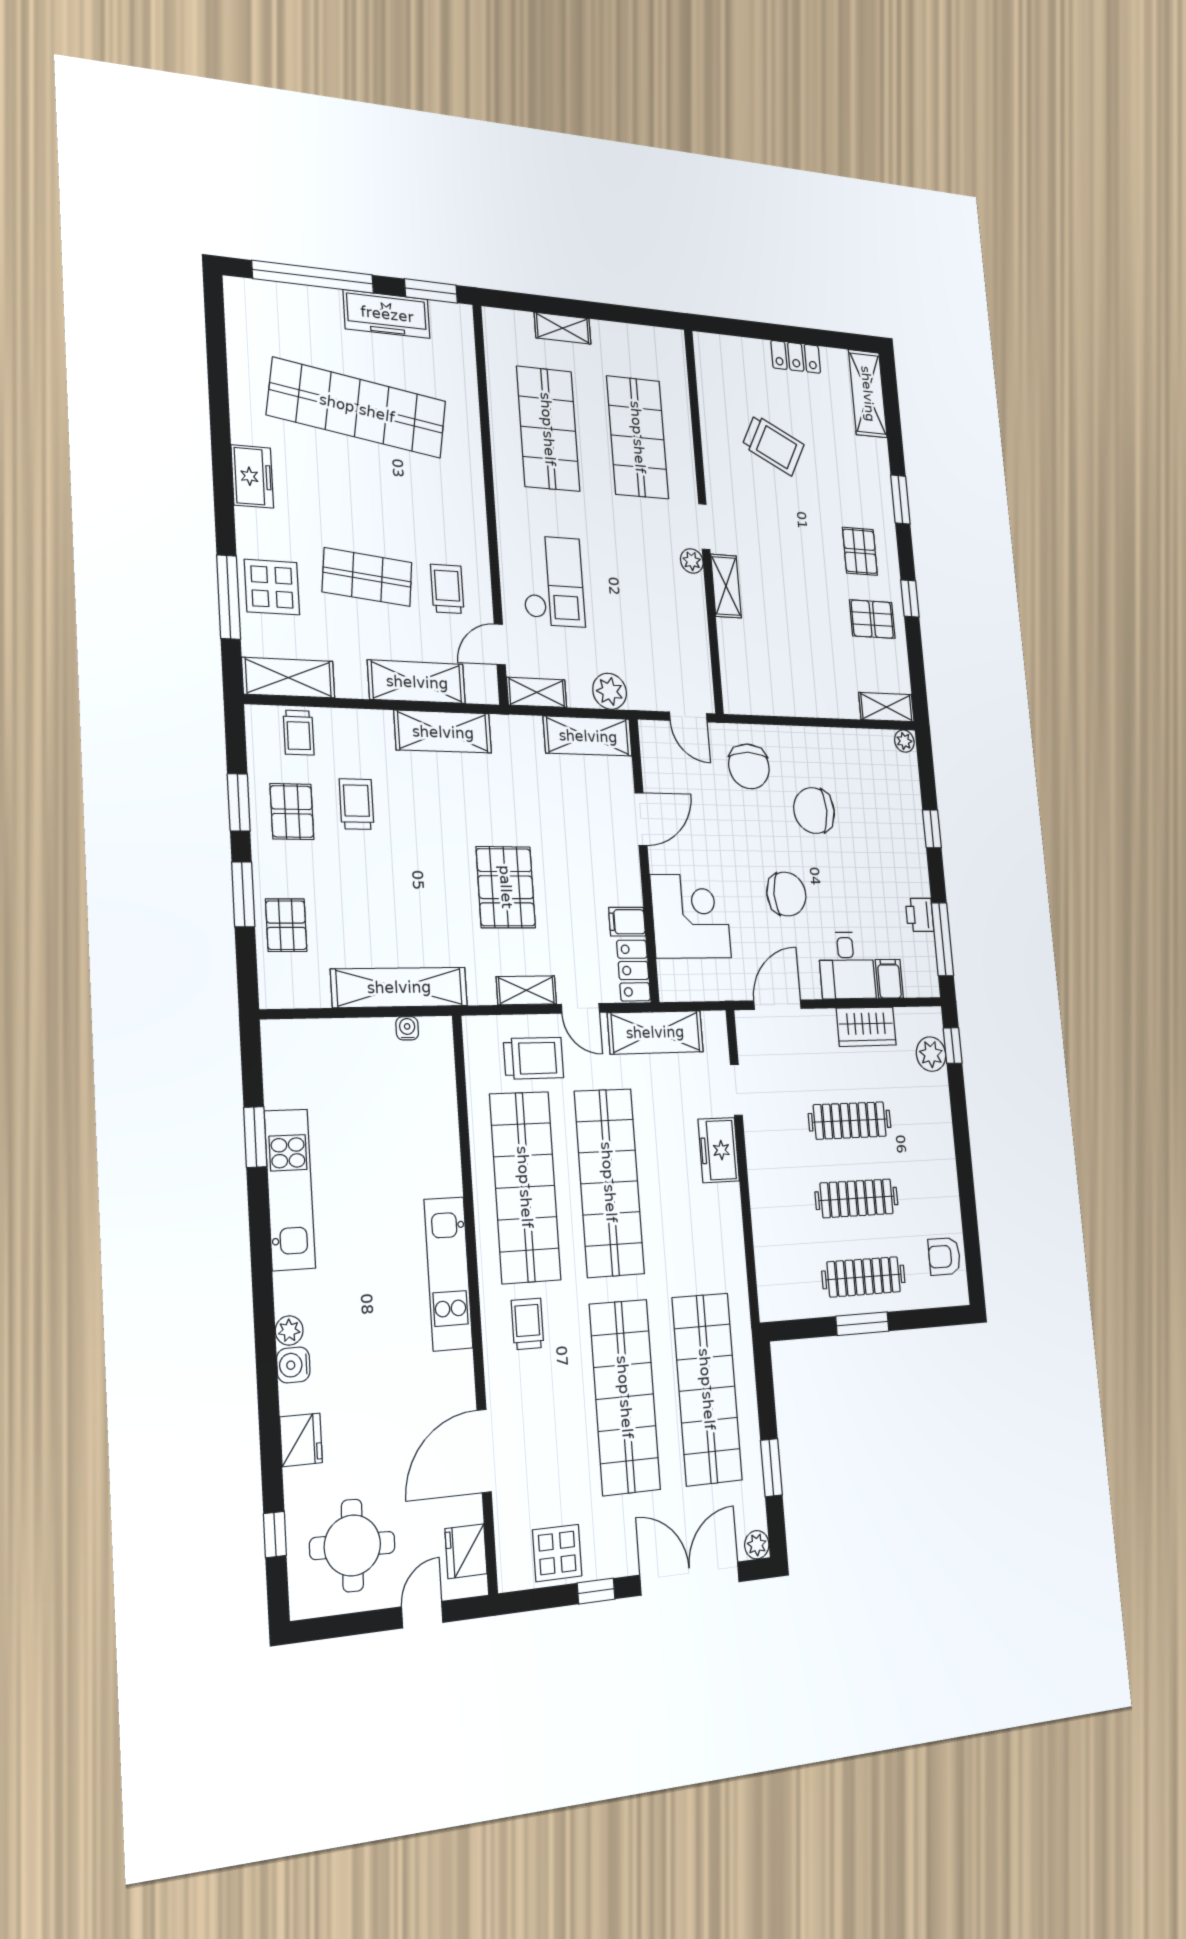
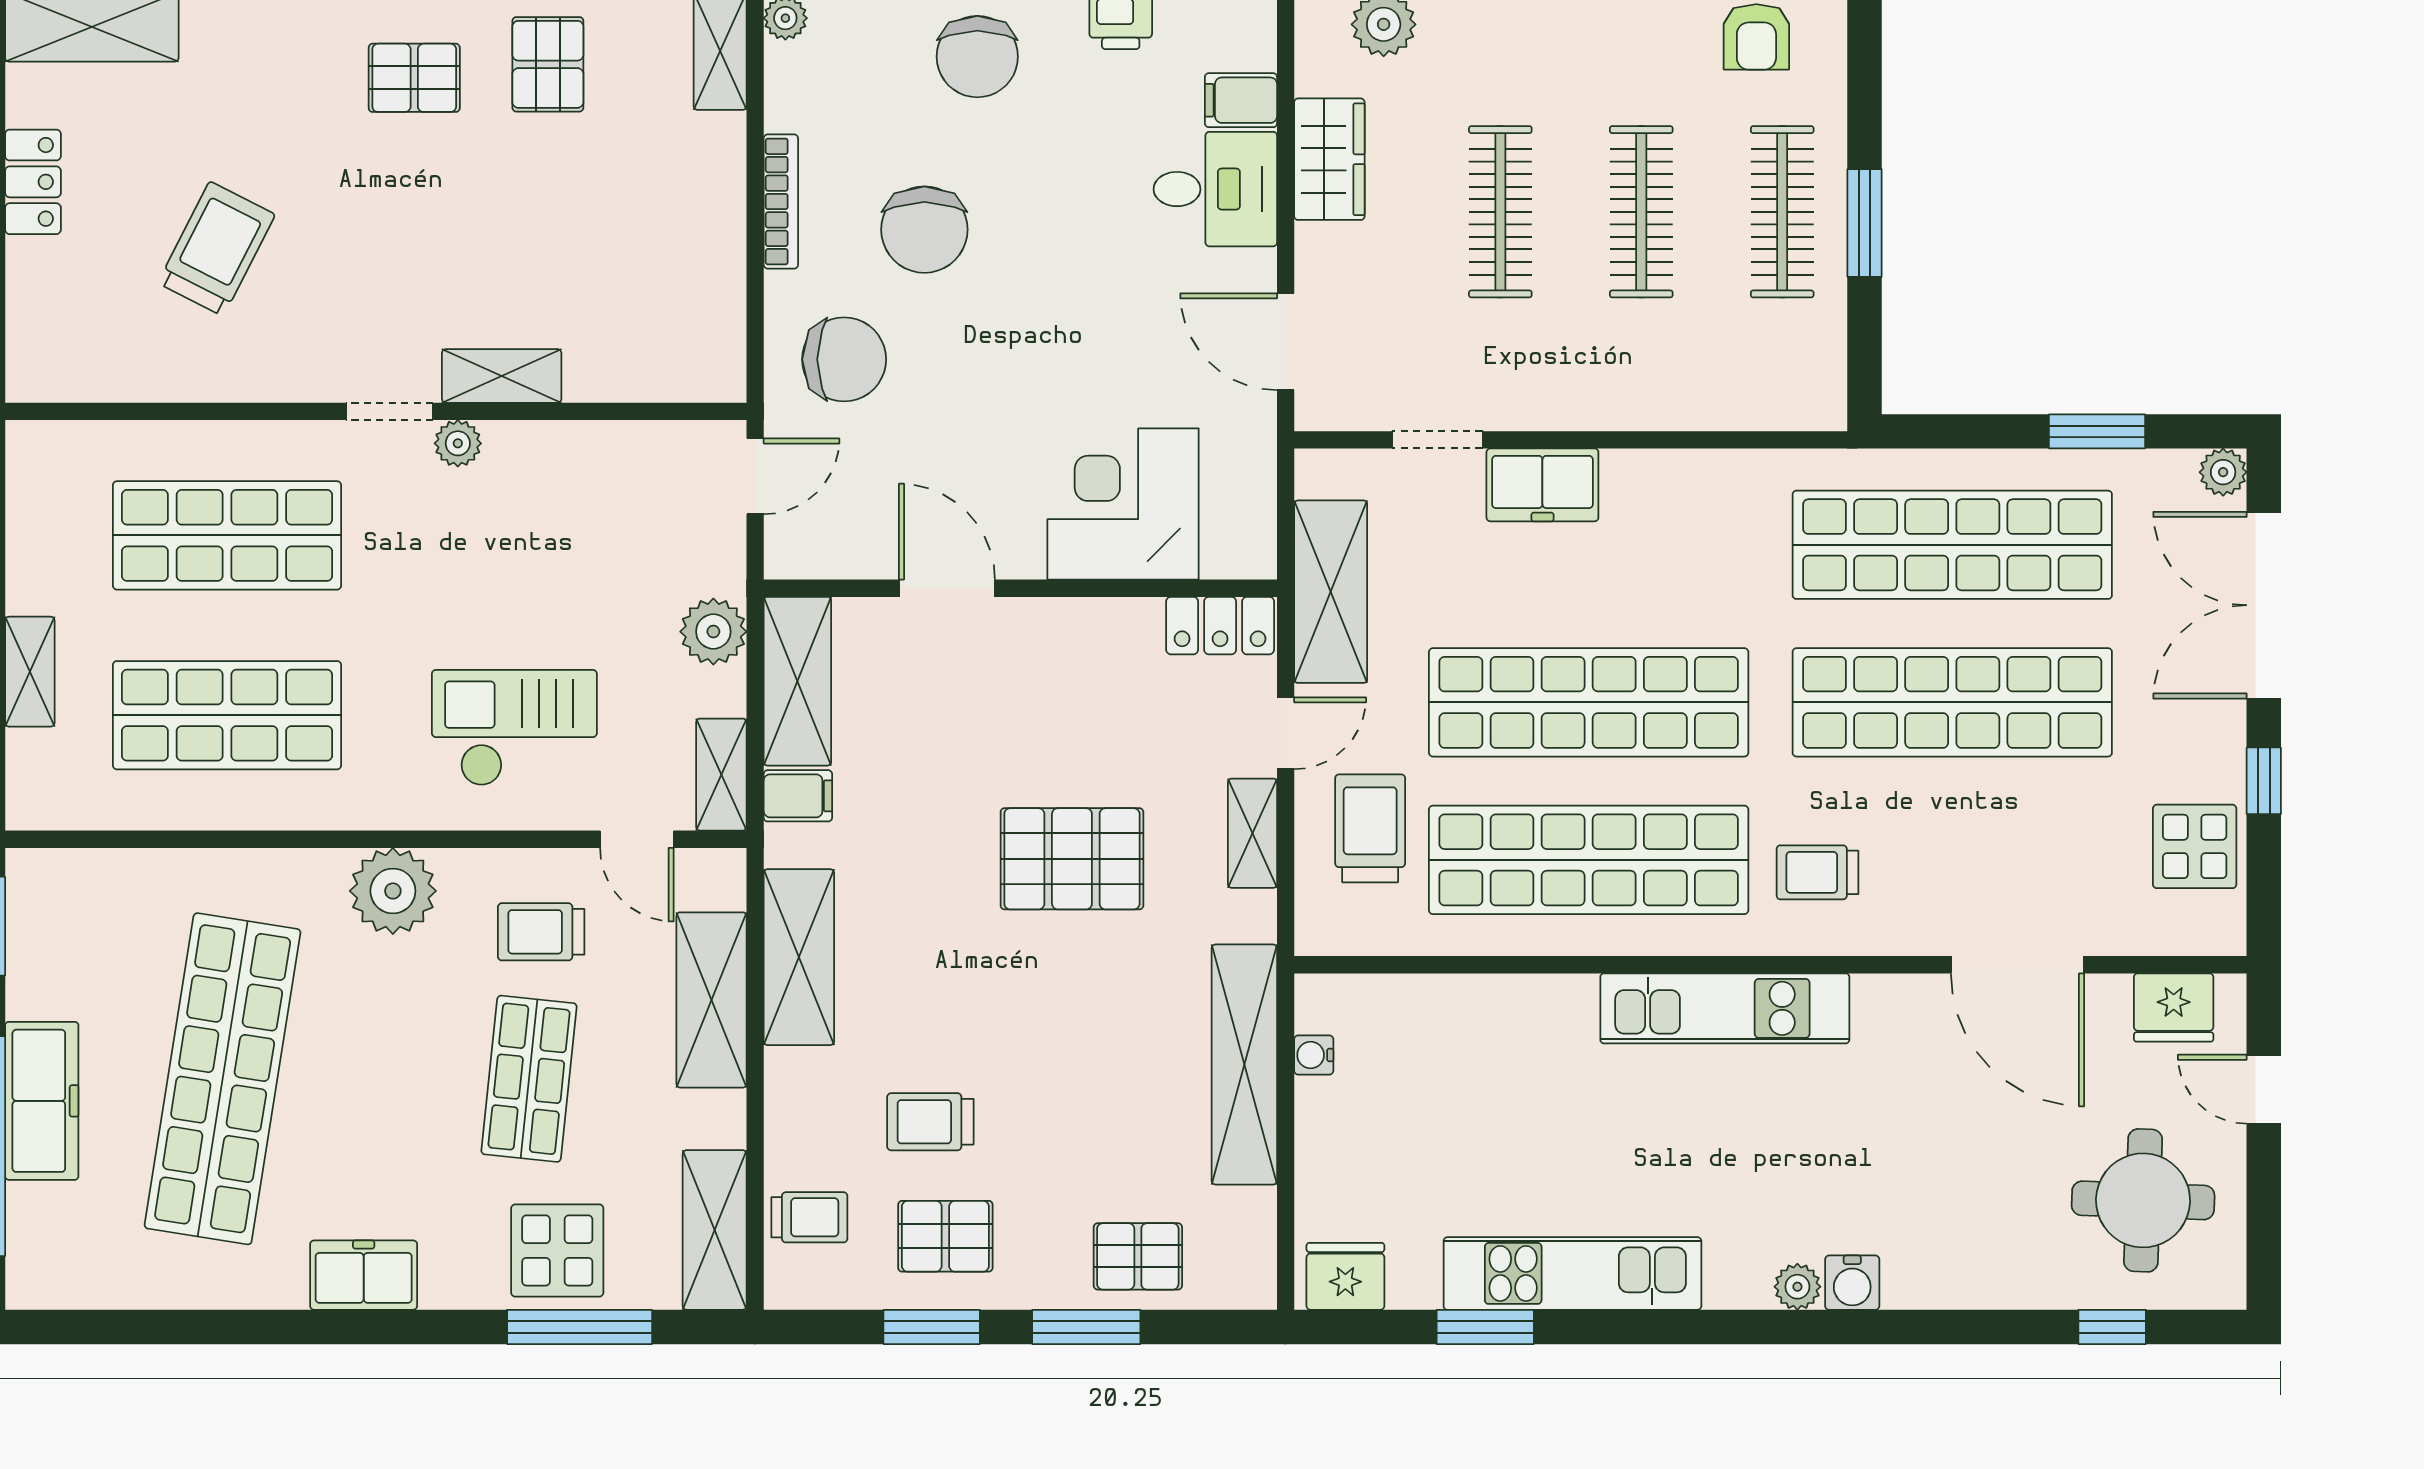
freezer: (387, 314) -> (42, 1101), moved
plant: (464, 509) -> (393, 891), added
bookcase: (821, 736) -> (781, 201), added
chair: (786, 894) -> (977, 57), moved, turned 180
filing cabinet: (627, 922) -> (798, 796), moved, turned -90
fridge: (301, 1440) -> (1345, 1276), moved

